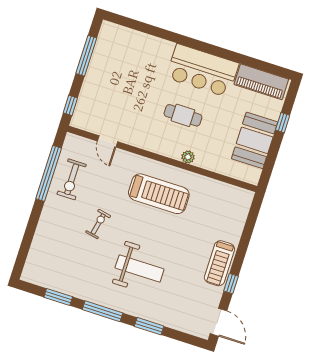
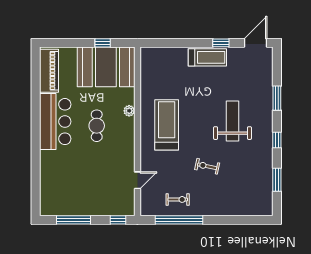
window: (283, 123) -> (103, 43), moved
booth: (255, 140) -> (106, 67), width x1.36, depth x1.42
exercise bike: (72, 179) -> (178, 199), width x0.73, depth x0.72
window: (103, 311) -> (277, 140), width x0.46

